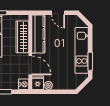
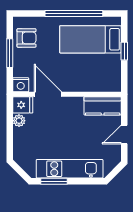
kitchen counter: (38, 34) -> (103, 106), width x0.67
wardrobe: (22, 37) -> (89, 83), removed
door: (30, 65) -> (48, 94), swing flipped

